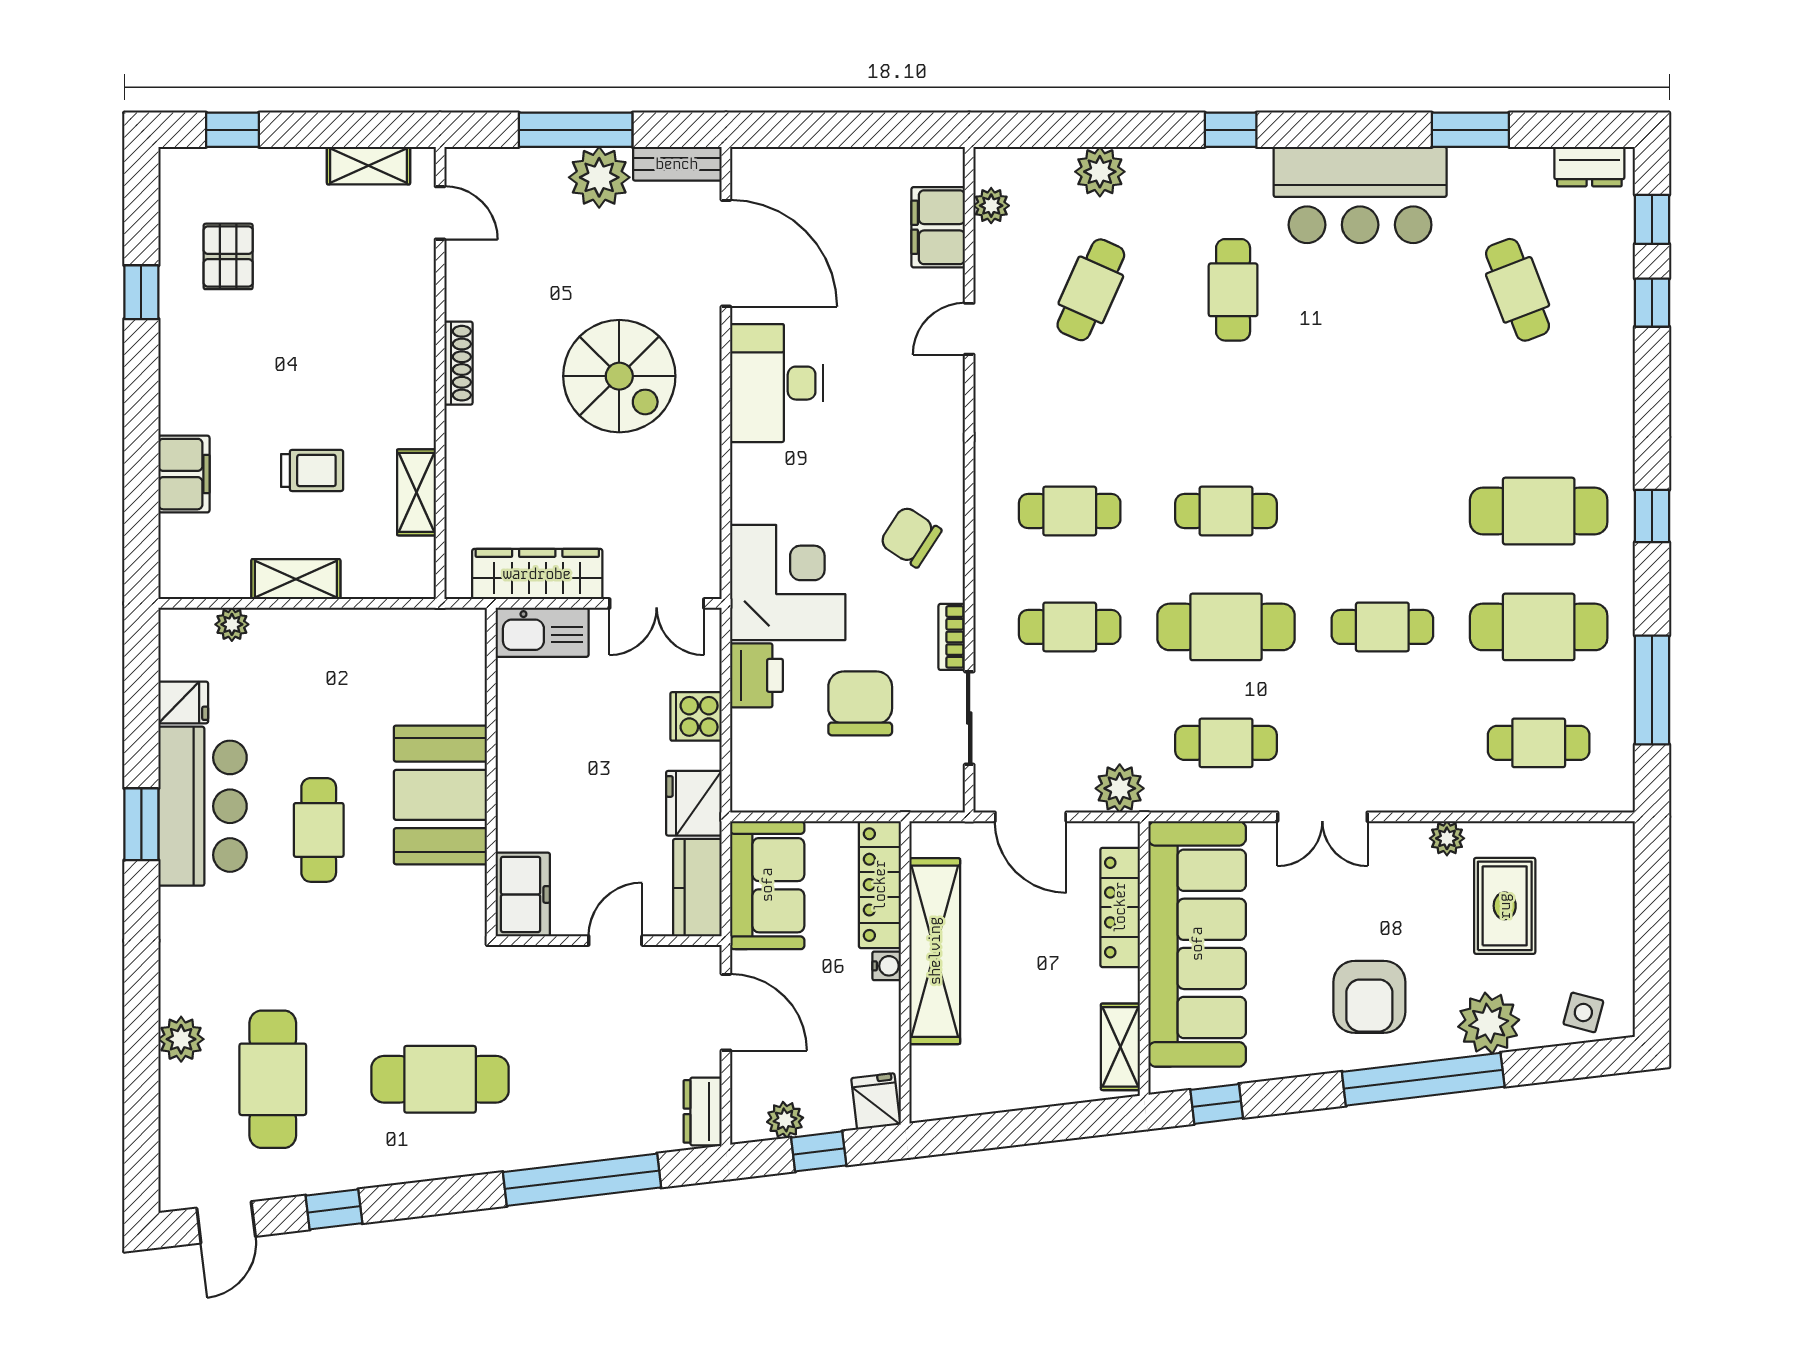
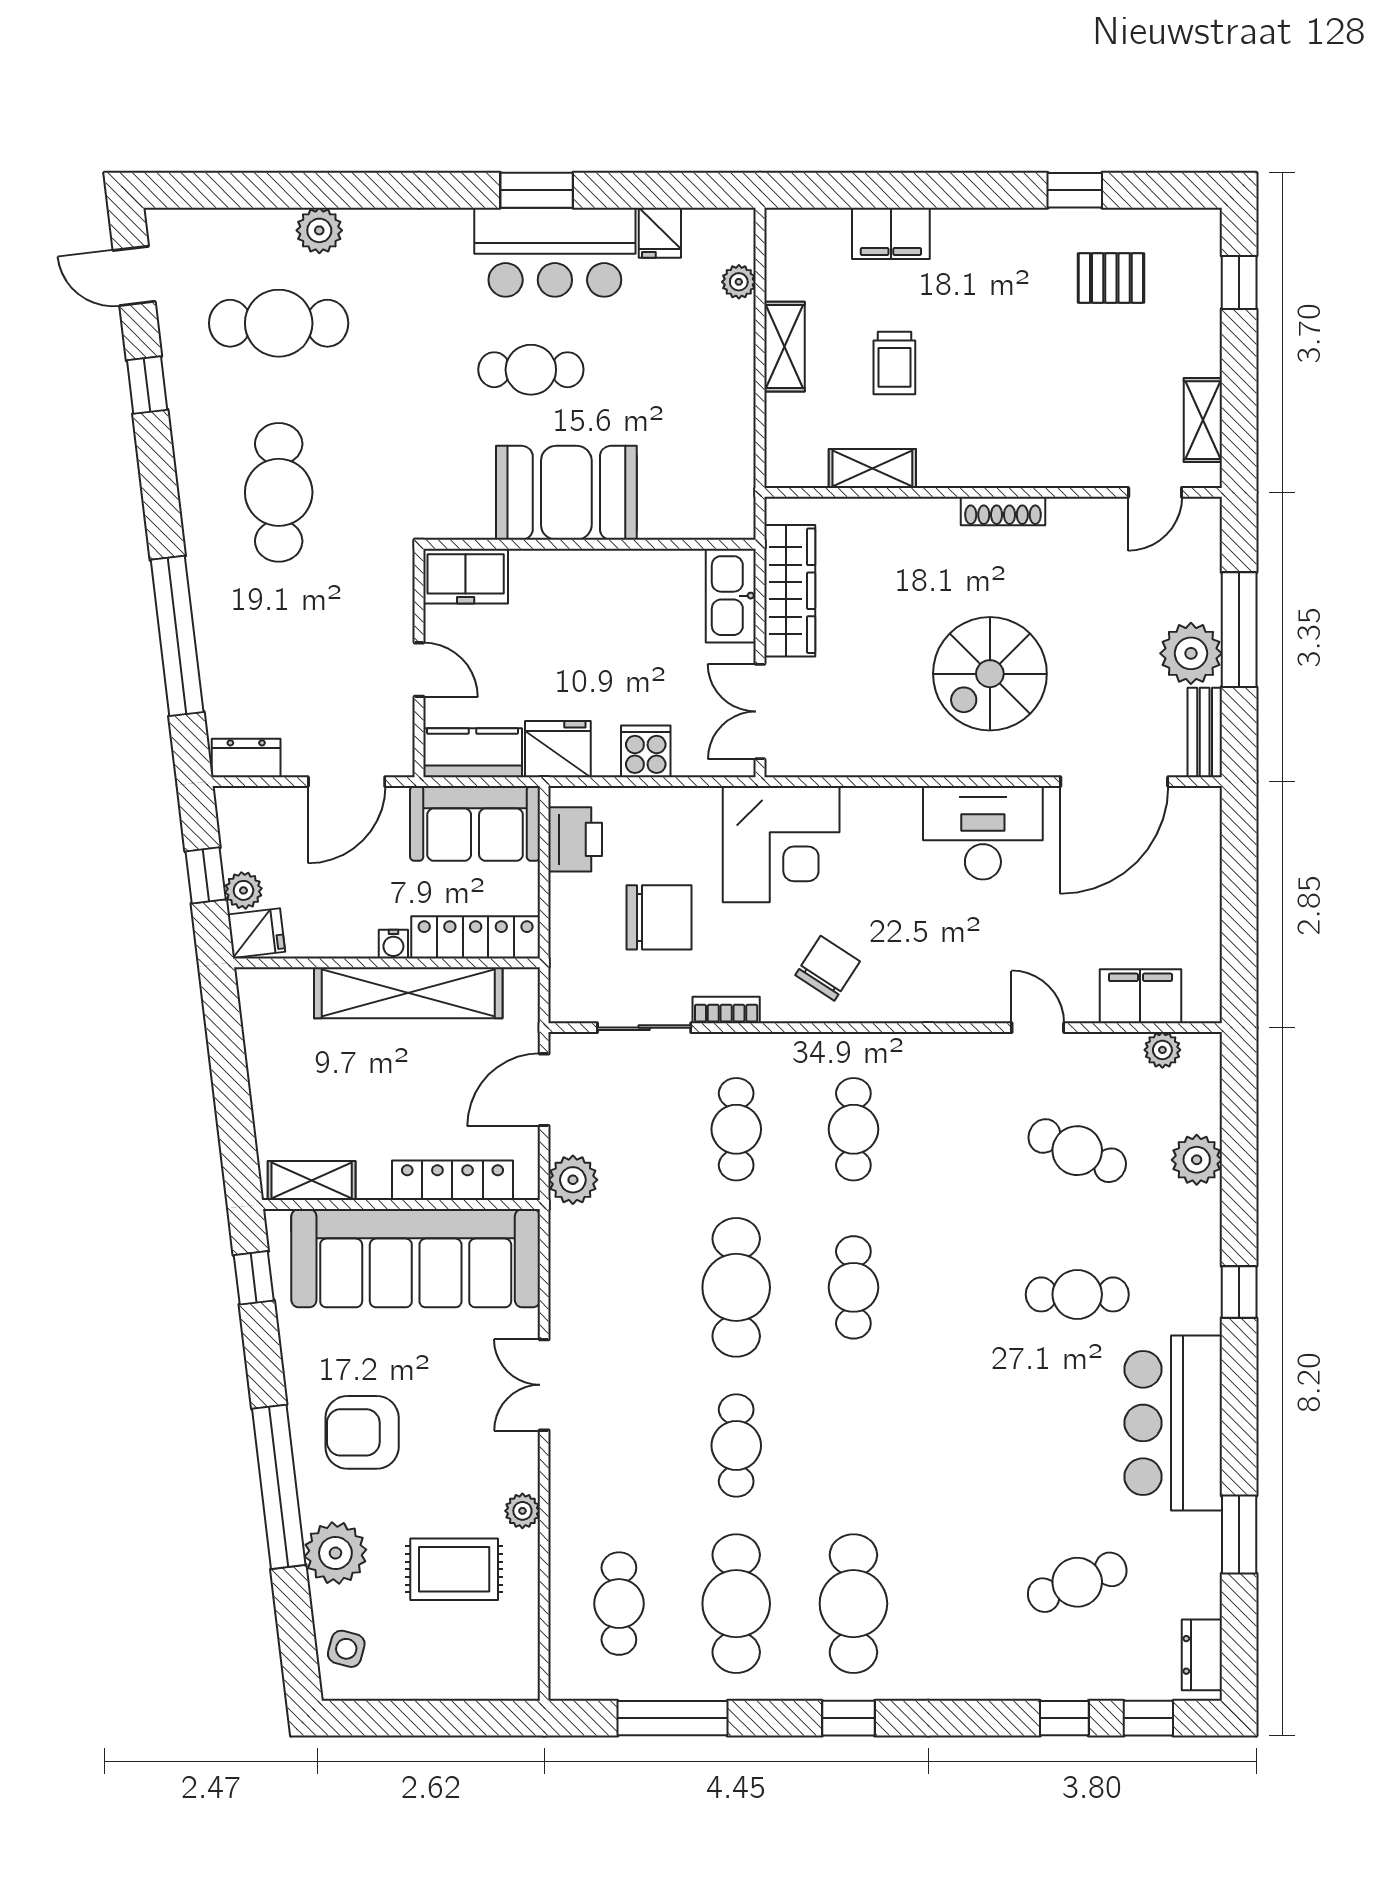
printer: (757, 675) -> (575, 839), moved, turned -90
cafe table: (1226, 743) -> (619, 1287), removed
plant: (785, 1120) -> (243, 890), moved

